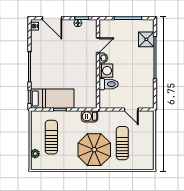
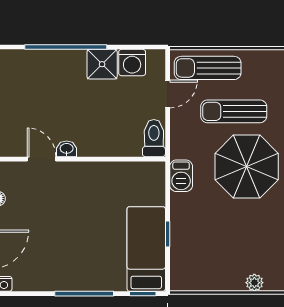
shower: (146, 39) -> (102, 64), moved
washing machine: (106, 71) -> (132, 63), moved, turned 180
toilet: (109, 84) -> (154, 138), moved
sun lounger: (51, 137) -> (208, 68), moved

